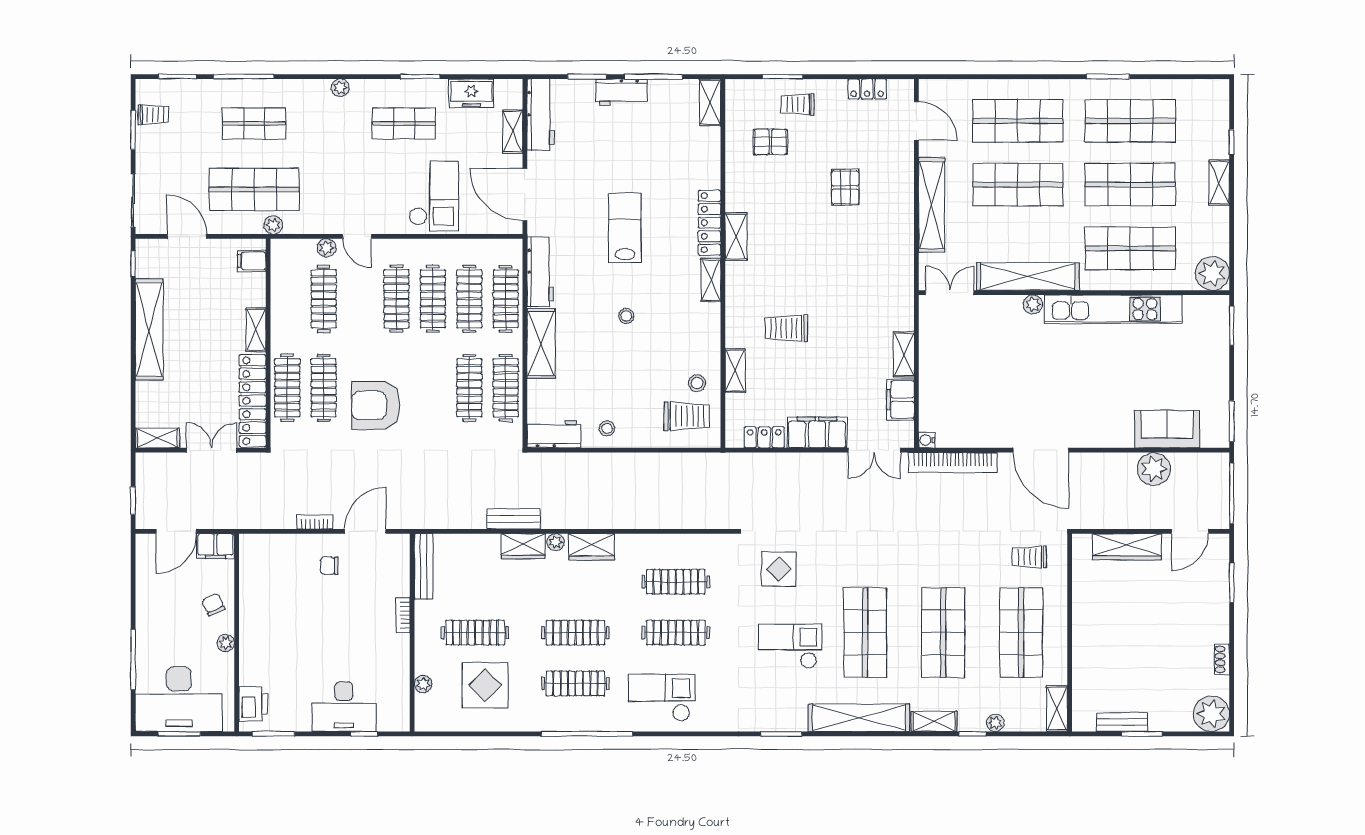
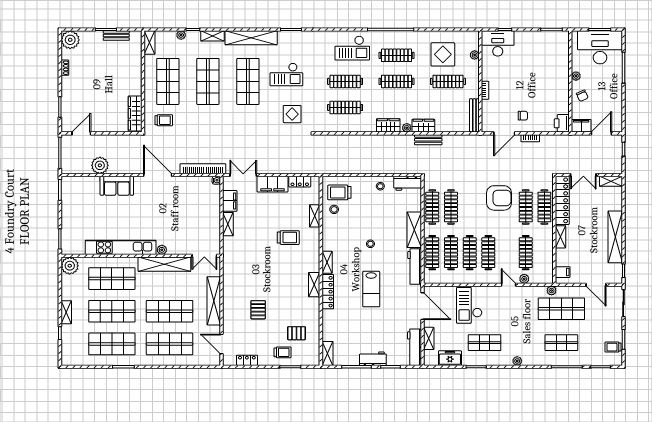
sofa: (1167, 429) -> (117, 186), moved
wardrobe: (1127, 547) -> (135, 113), moved, turned -90
printer: (253, 704) -> (562, 123), moved
desk: (344, 707) -> (498, 43), moved

